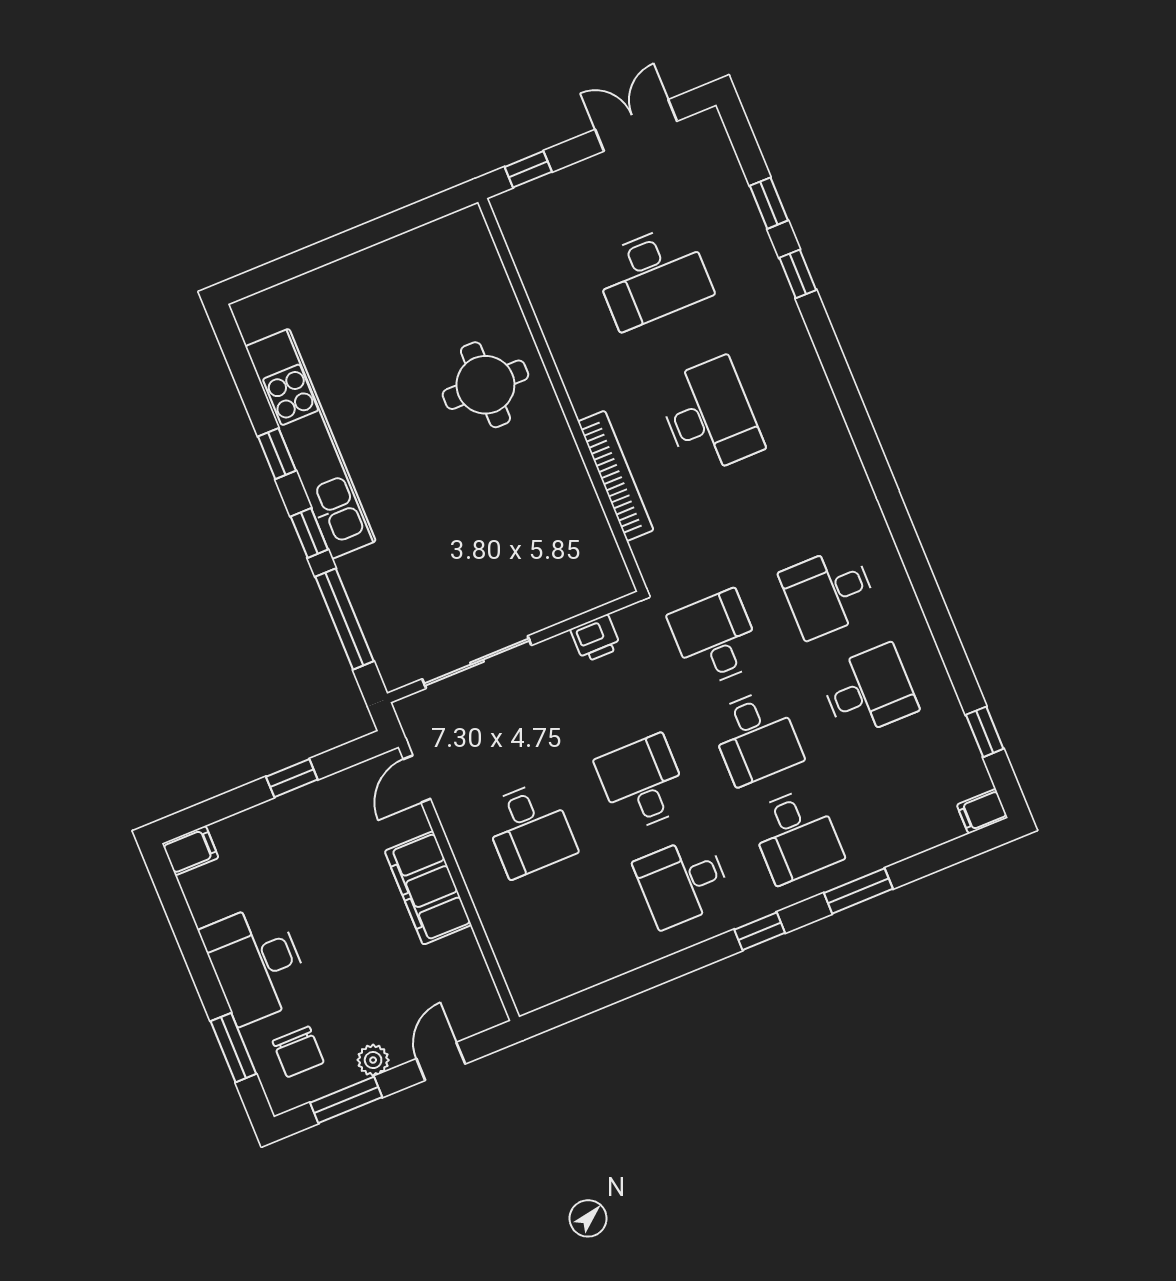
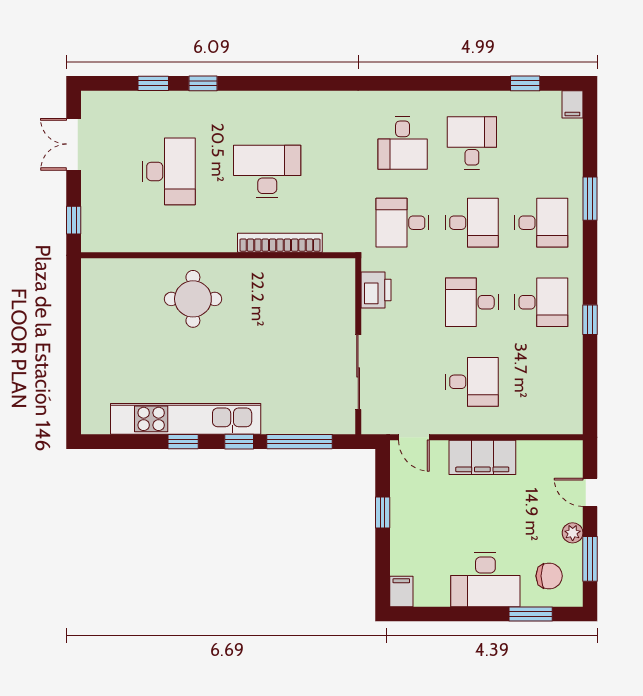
printer: (596, 638) -> (376, 290), width x1.36, depth x1.24
desk: (683, 882) -> (541, 302), turned -90
window: (760, 931) -> (590, 320), moved

